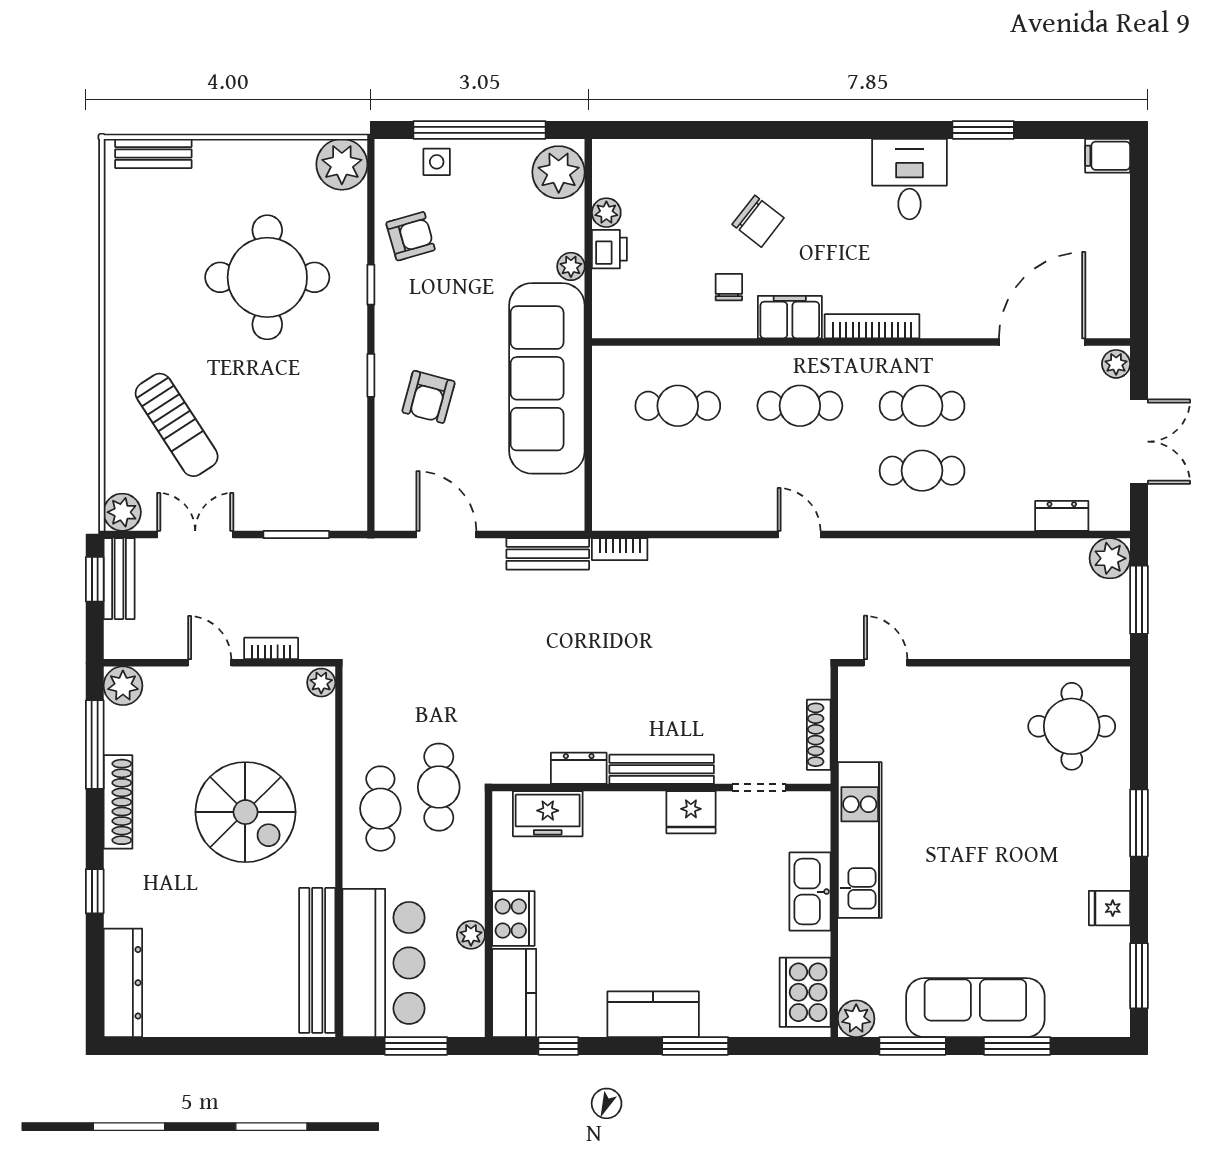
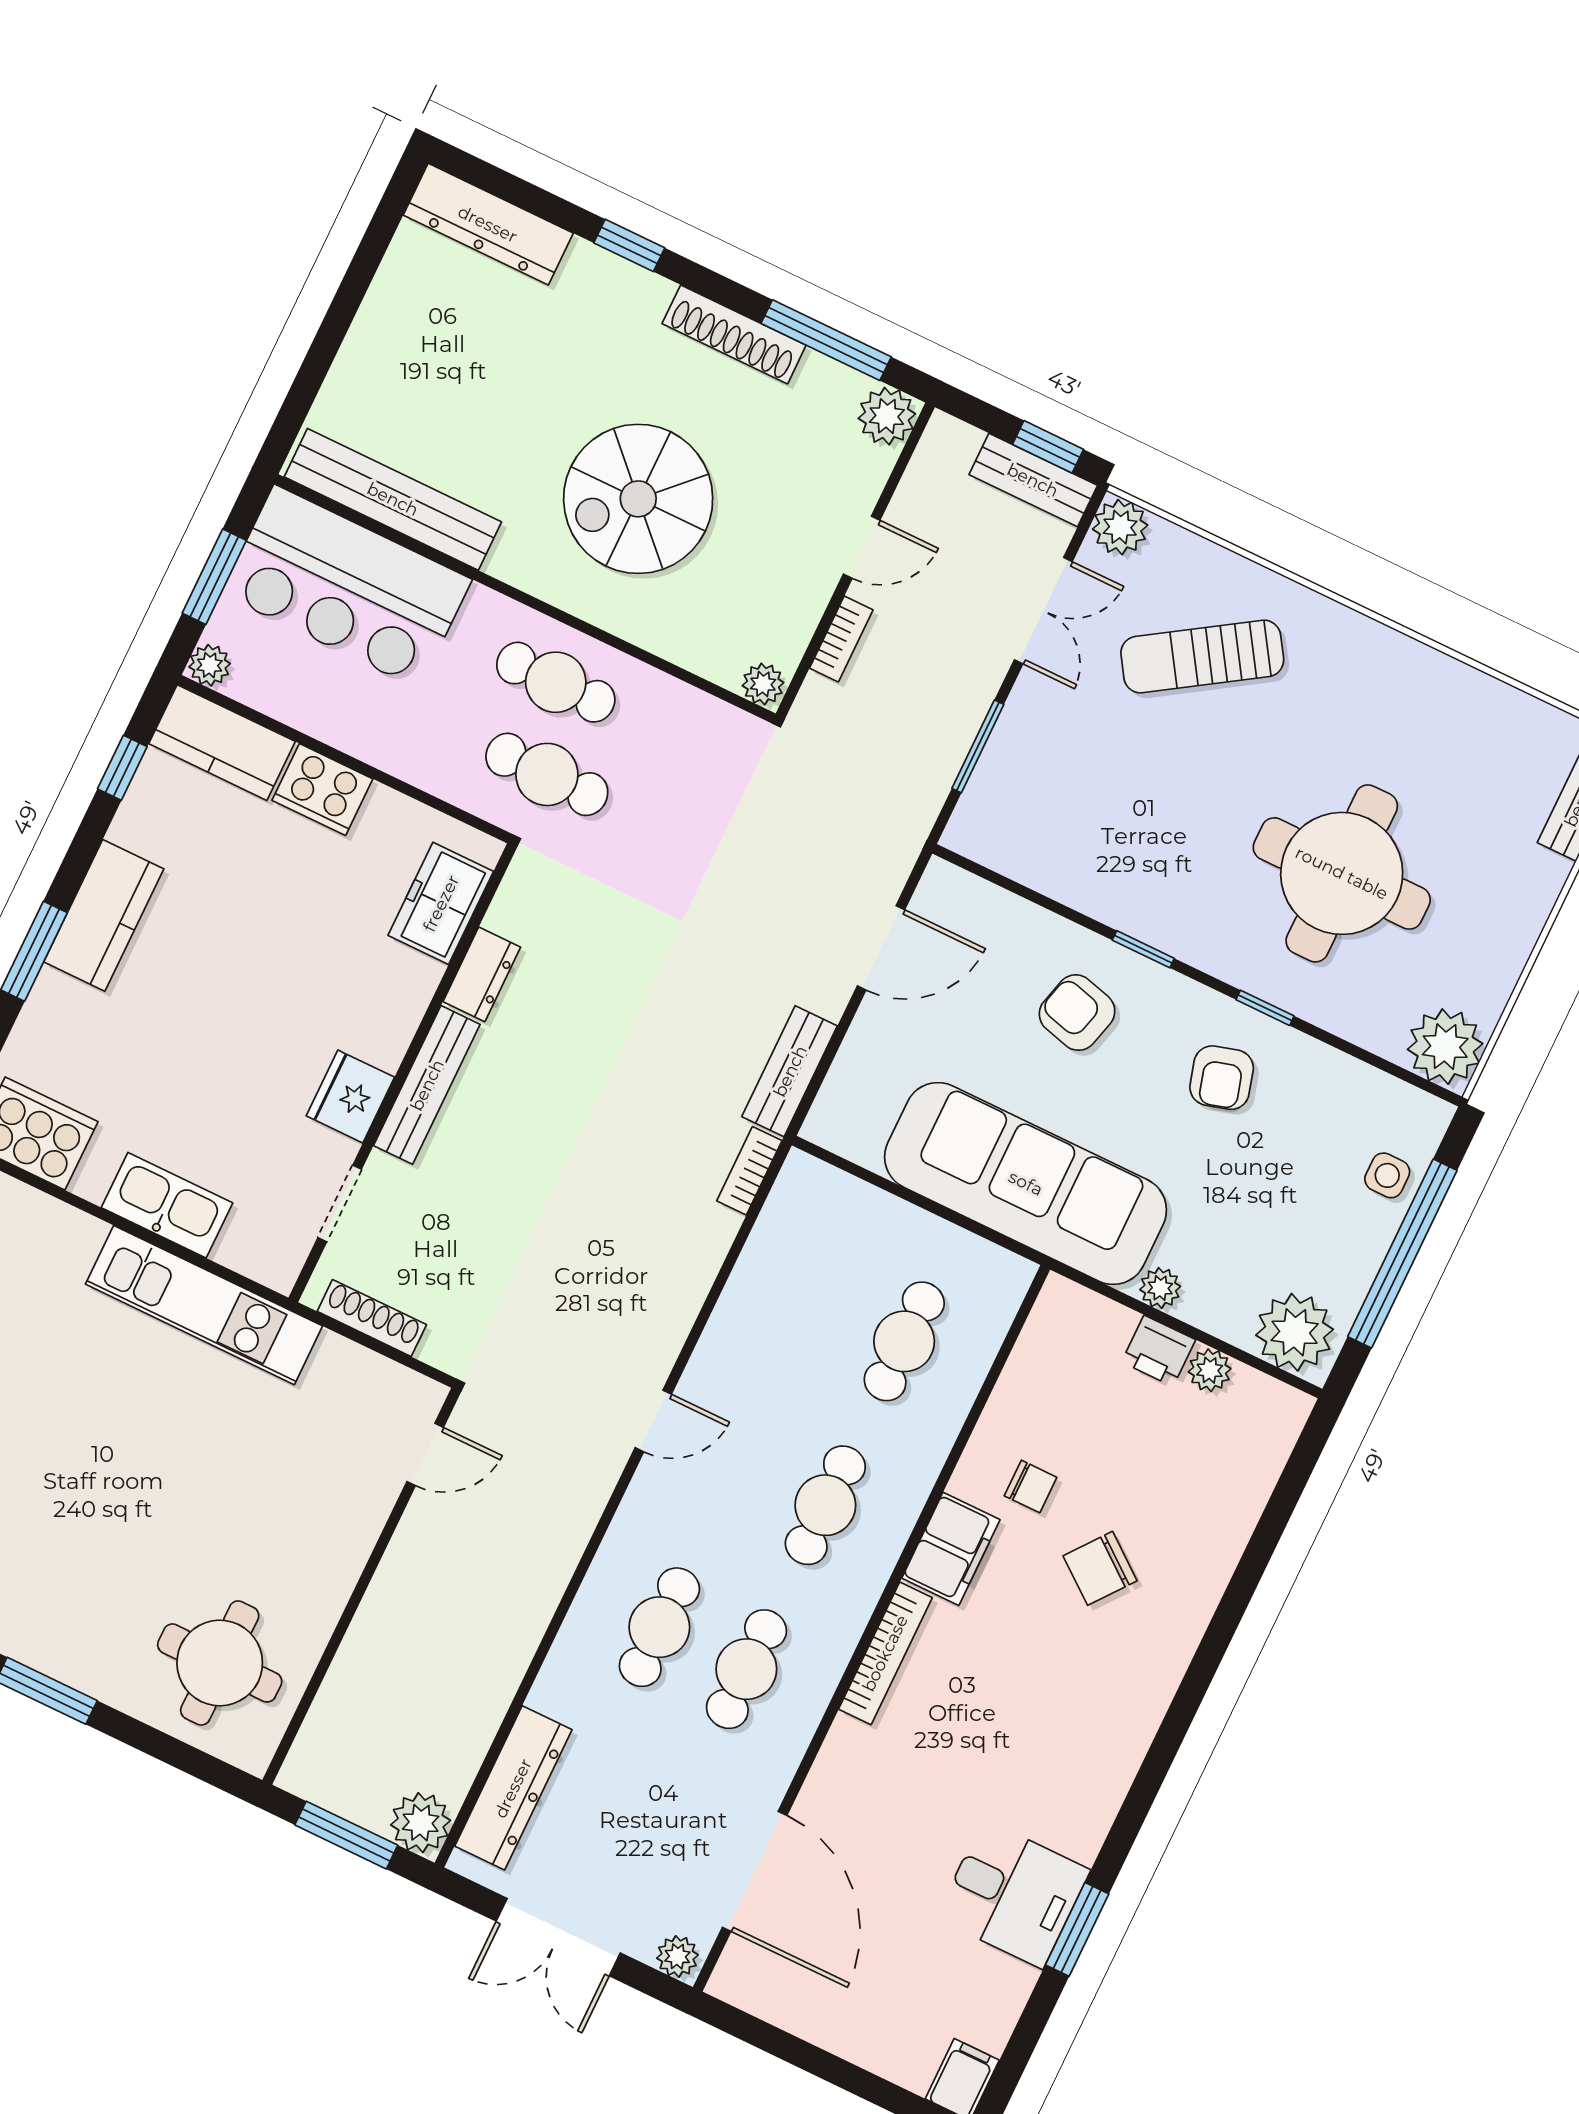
desk: (910, 179) -> (1013, 1894), moved
armchair: (411, 236) -> (1222, 1078), moved
dresser: (1062, 516) -> (513, 1788), width x1.96, depth x1.24
plant: (471, 935) -> (210, 665), moved

